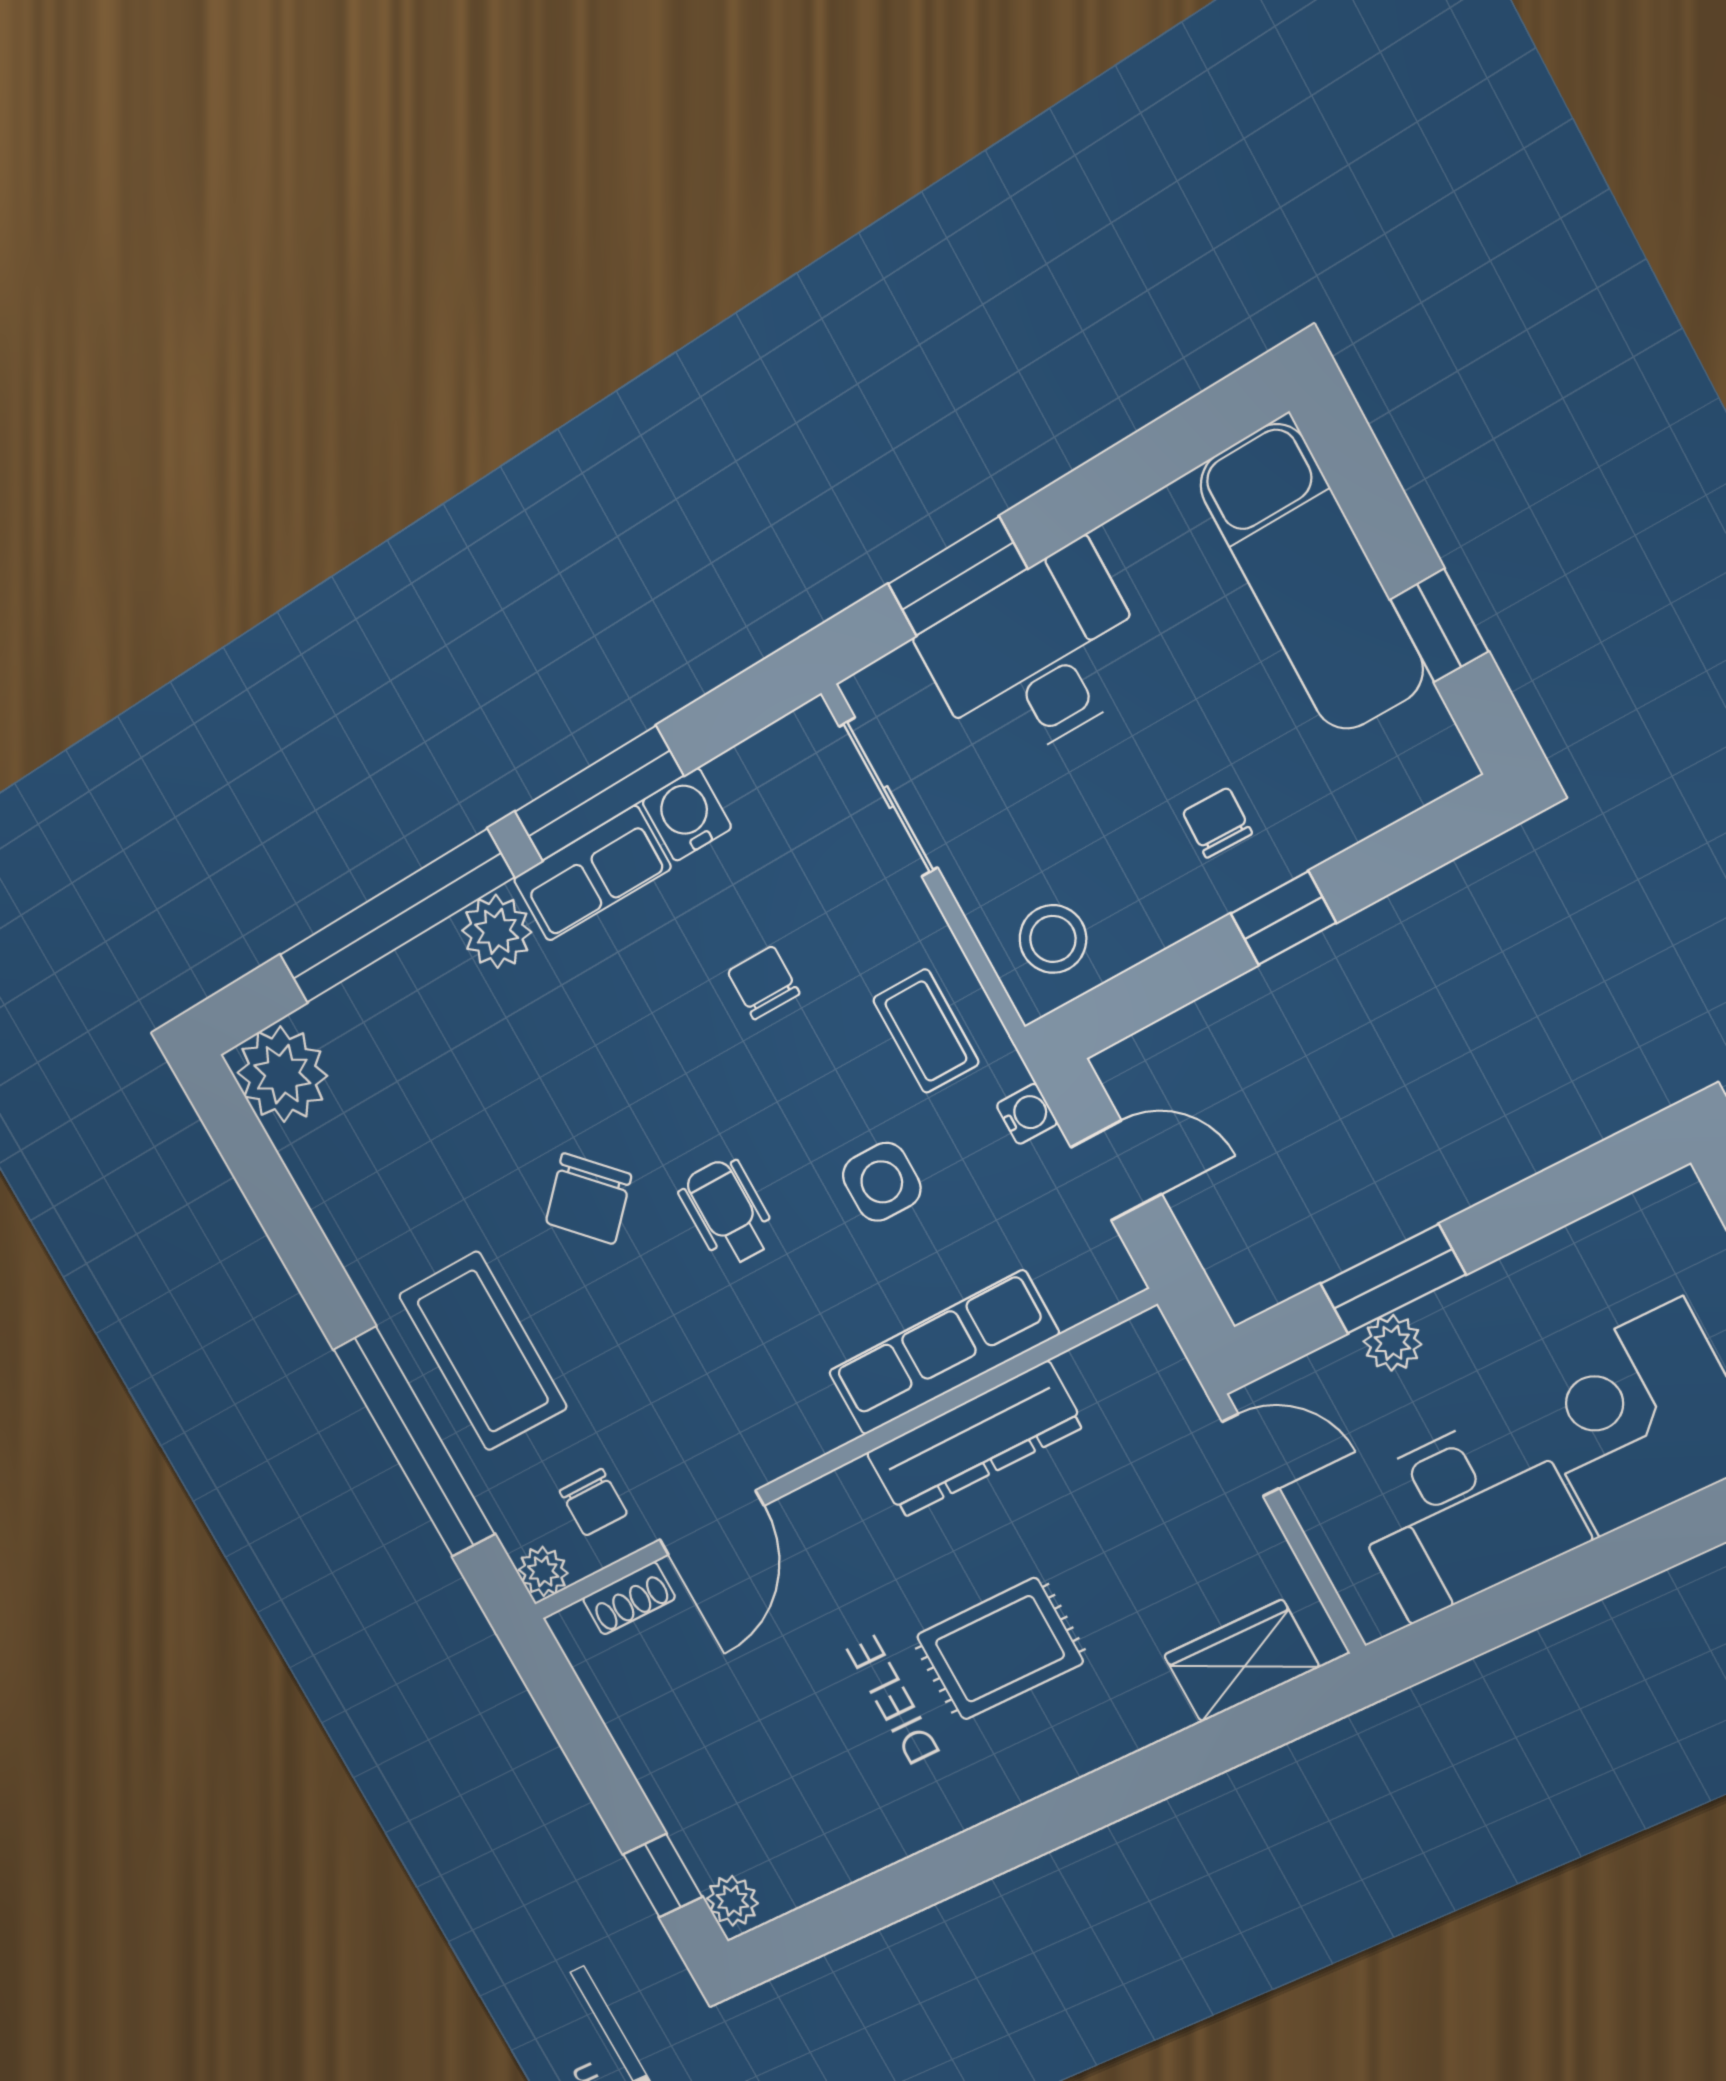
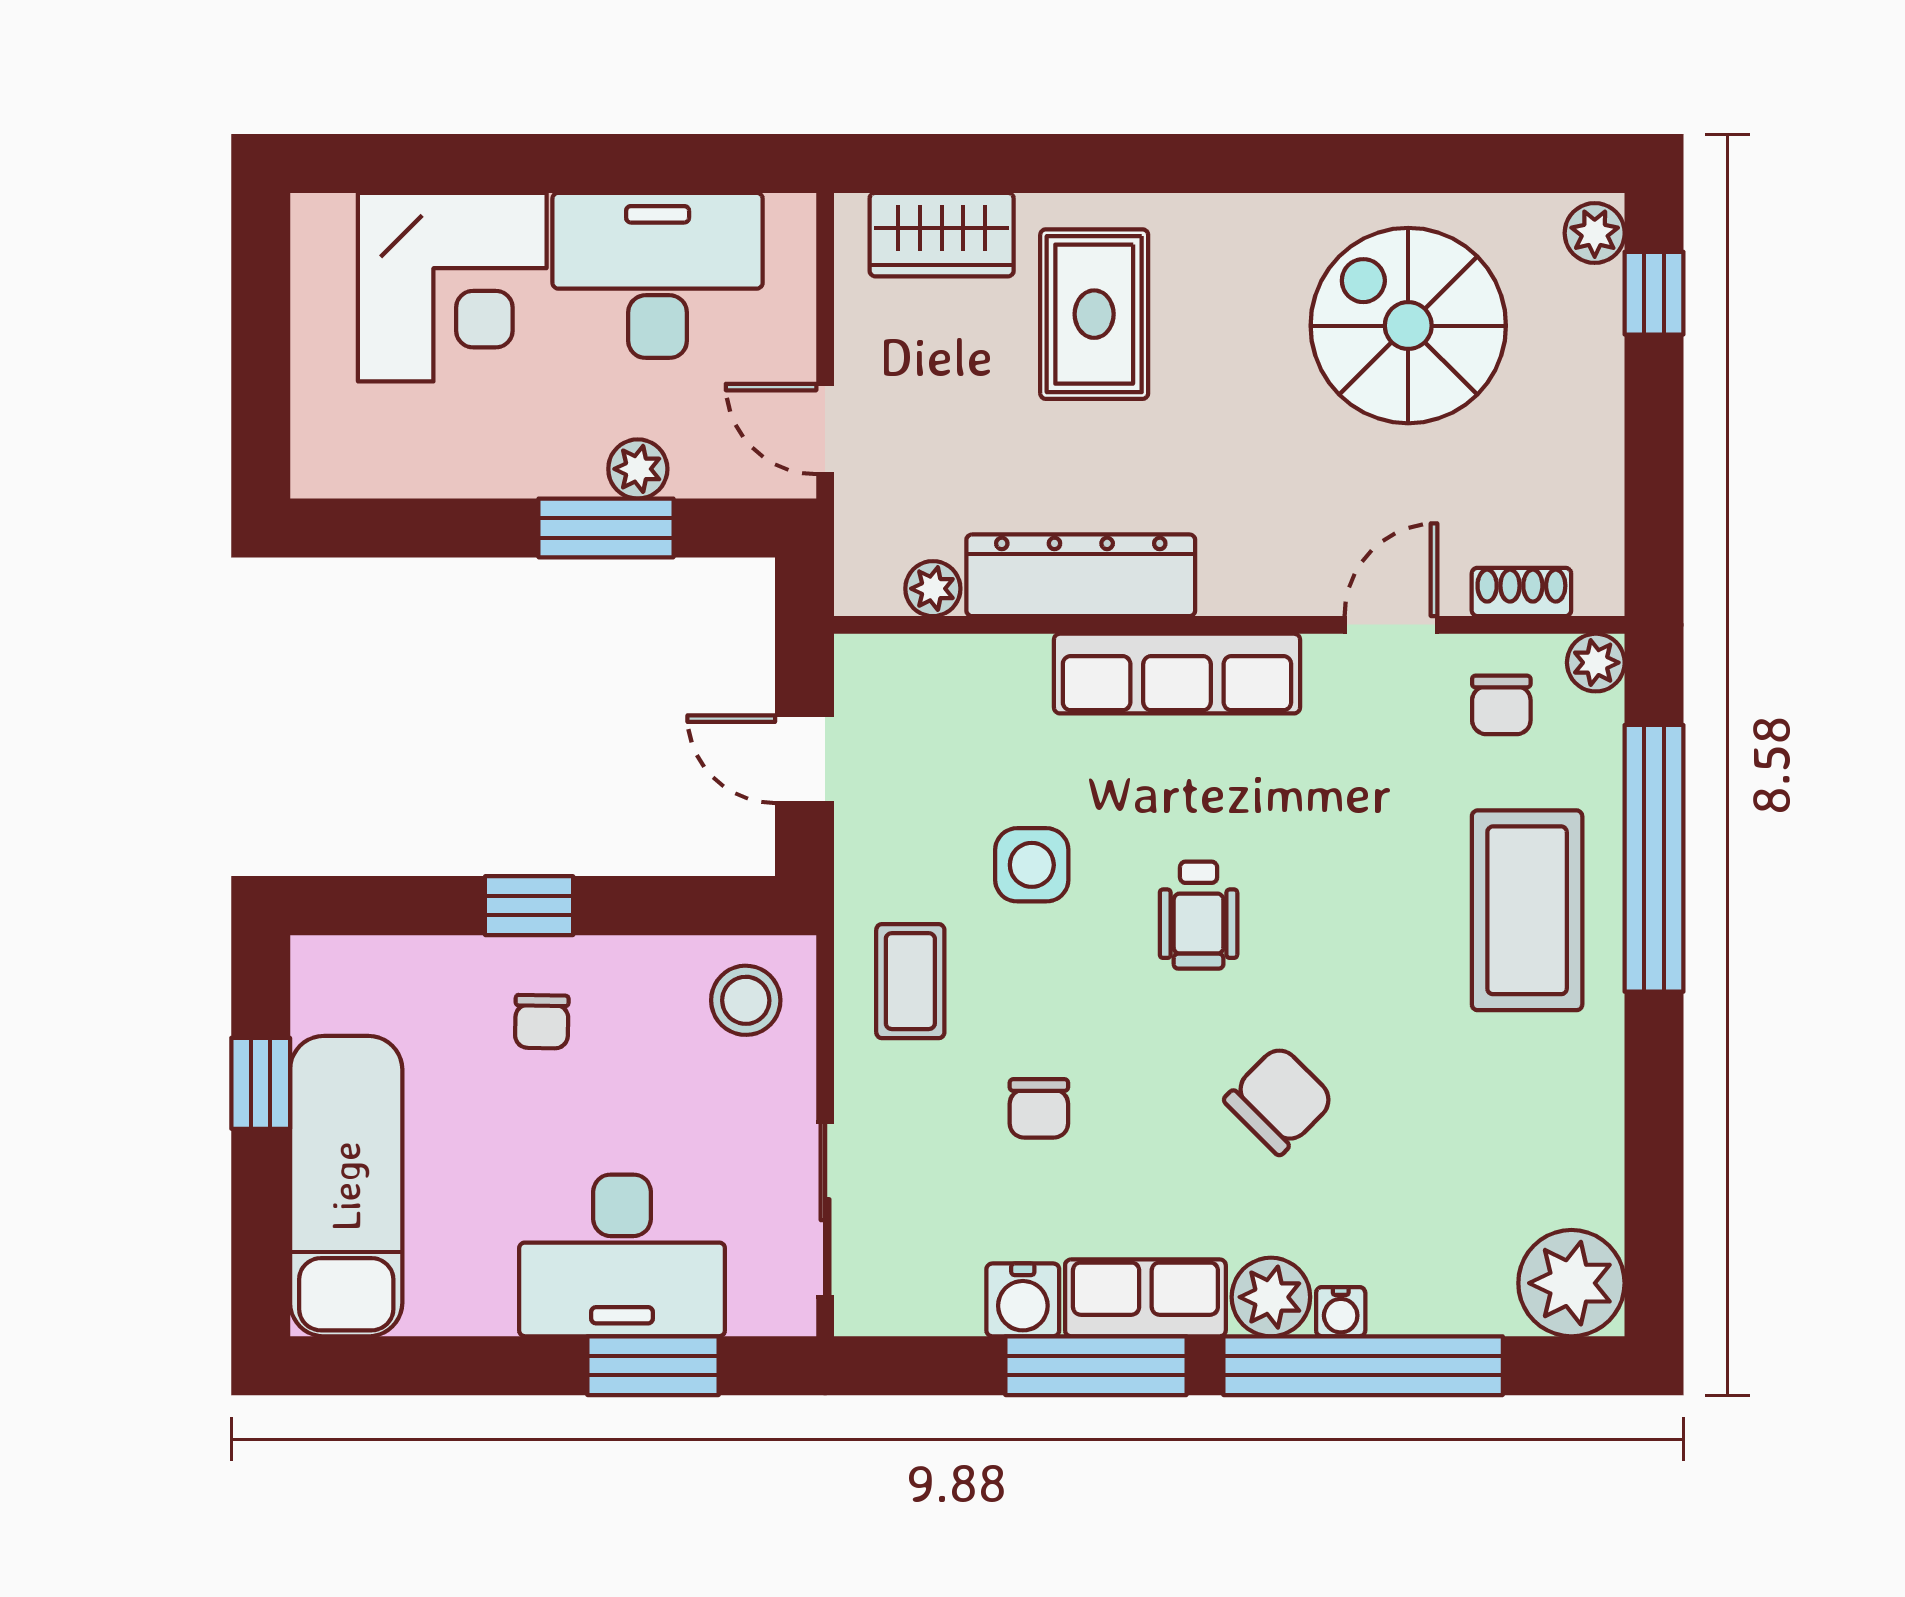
water cooler: (1027, 1114) -> (1341, 1312), moved, turned -90
chair: (588, 1199) -> (1279, 1100), moved
row of seats: (943, 1353) -> (1177, 674), moved
plant: (1088, 1368) -> (933, 589), added
chair: (594, 1502) -> (1501, 705), turned 180
door: (712, 1523) -> (1391, 625), width x0.73
rug: (1000, 1649) -> (1094, 314), moved, turned 90
spiral stairs: (831, 1764) -> (1408, 326), added

